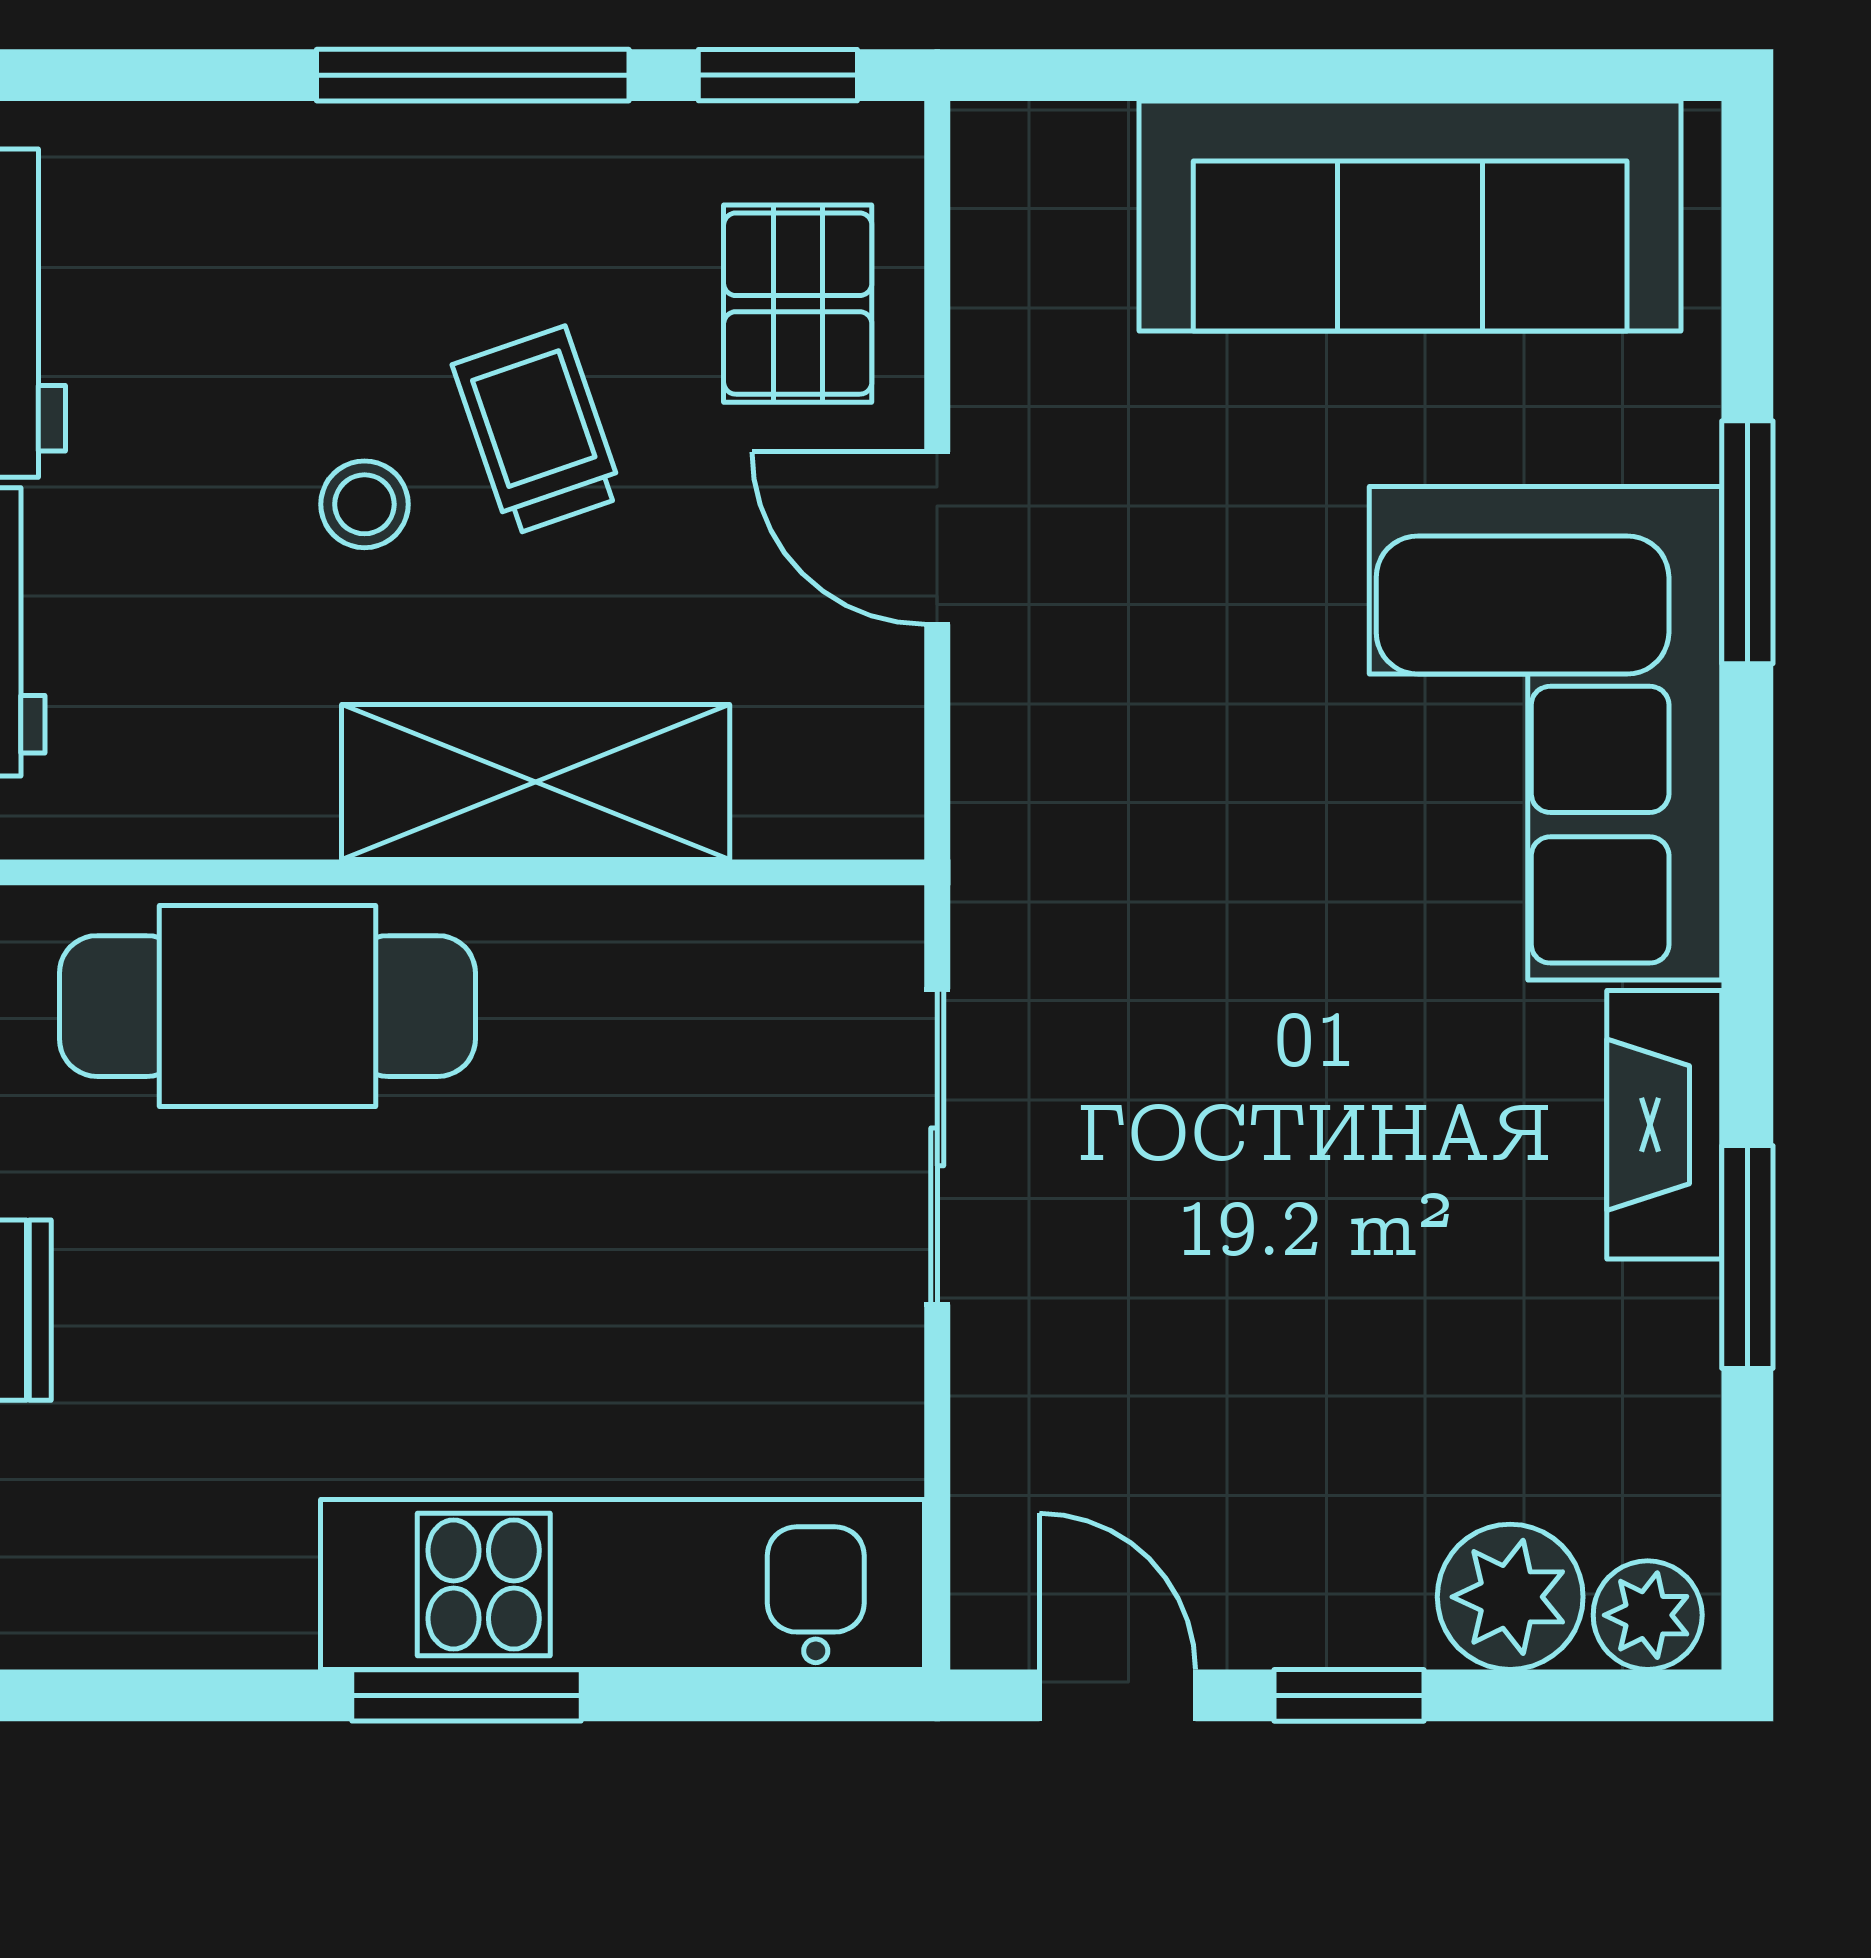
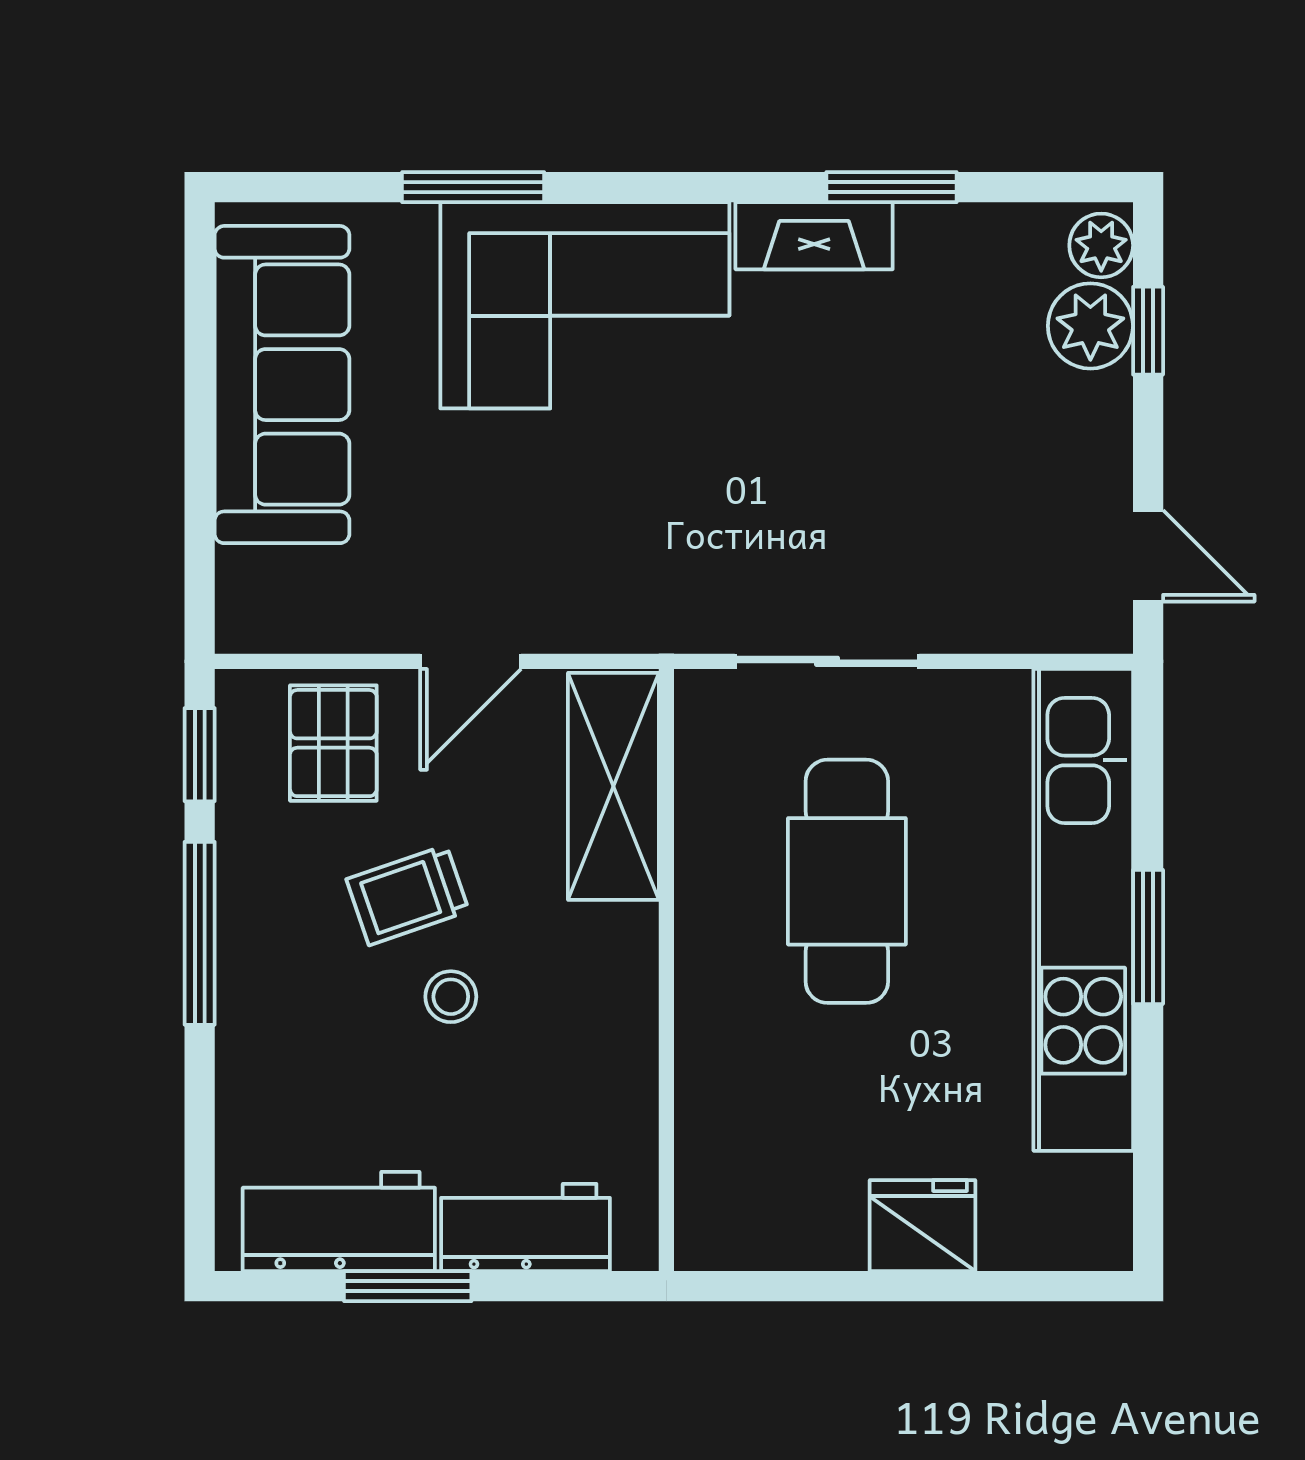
pallet: (798, 304) -> (333, 743), turned 90
shelving: (536, 782) -> (613, 786), moved
cafe table: (267, 1006) -> (847, 881), moved
kitchen unit: (623, 1585) -> (1083, 910), width x1.36
door: (1117, 1695) -> (1148, 556), swing flipped
window: (1349, 1695) -> (1148, 331), moved

